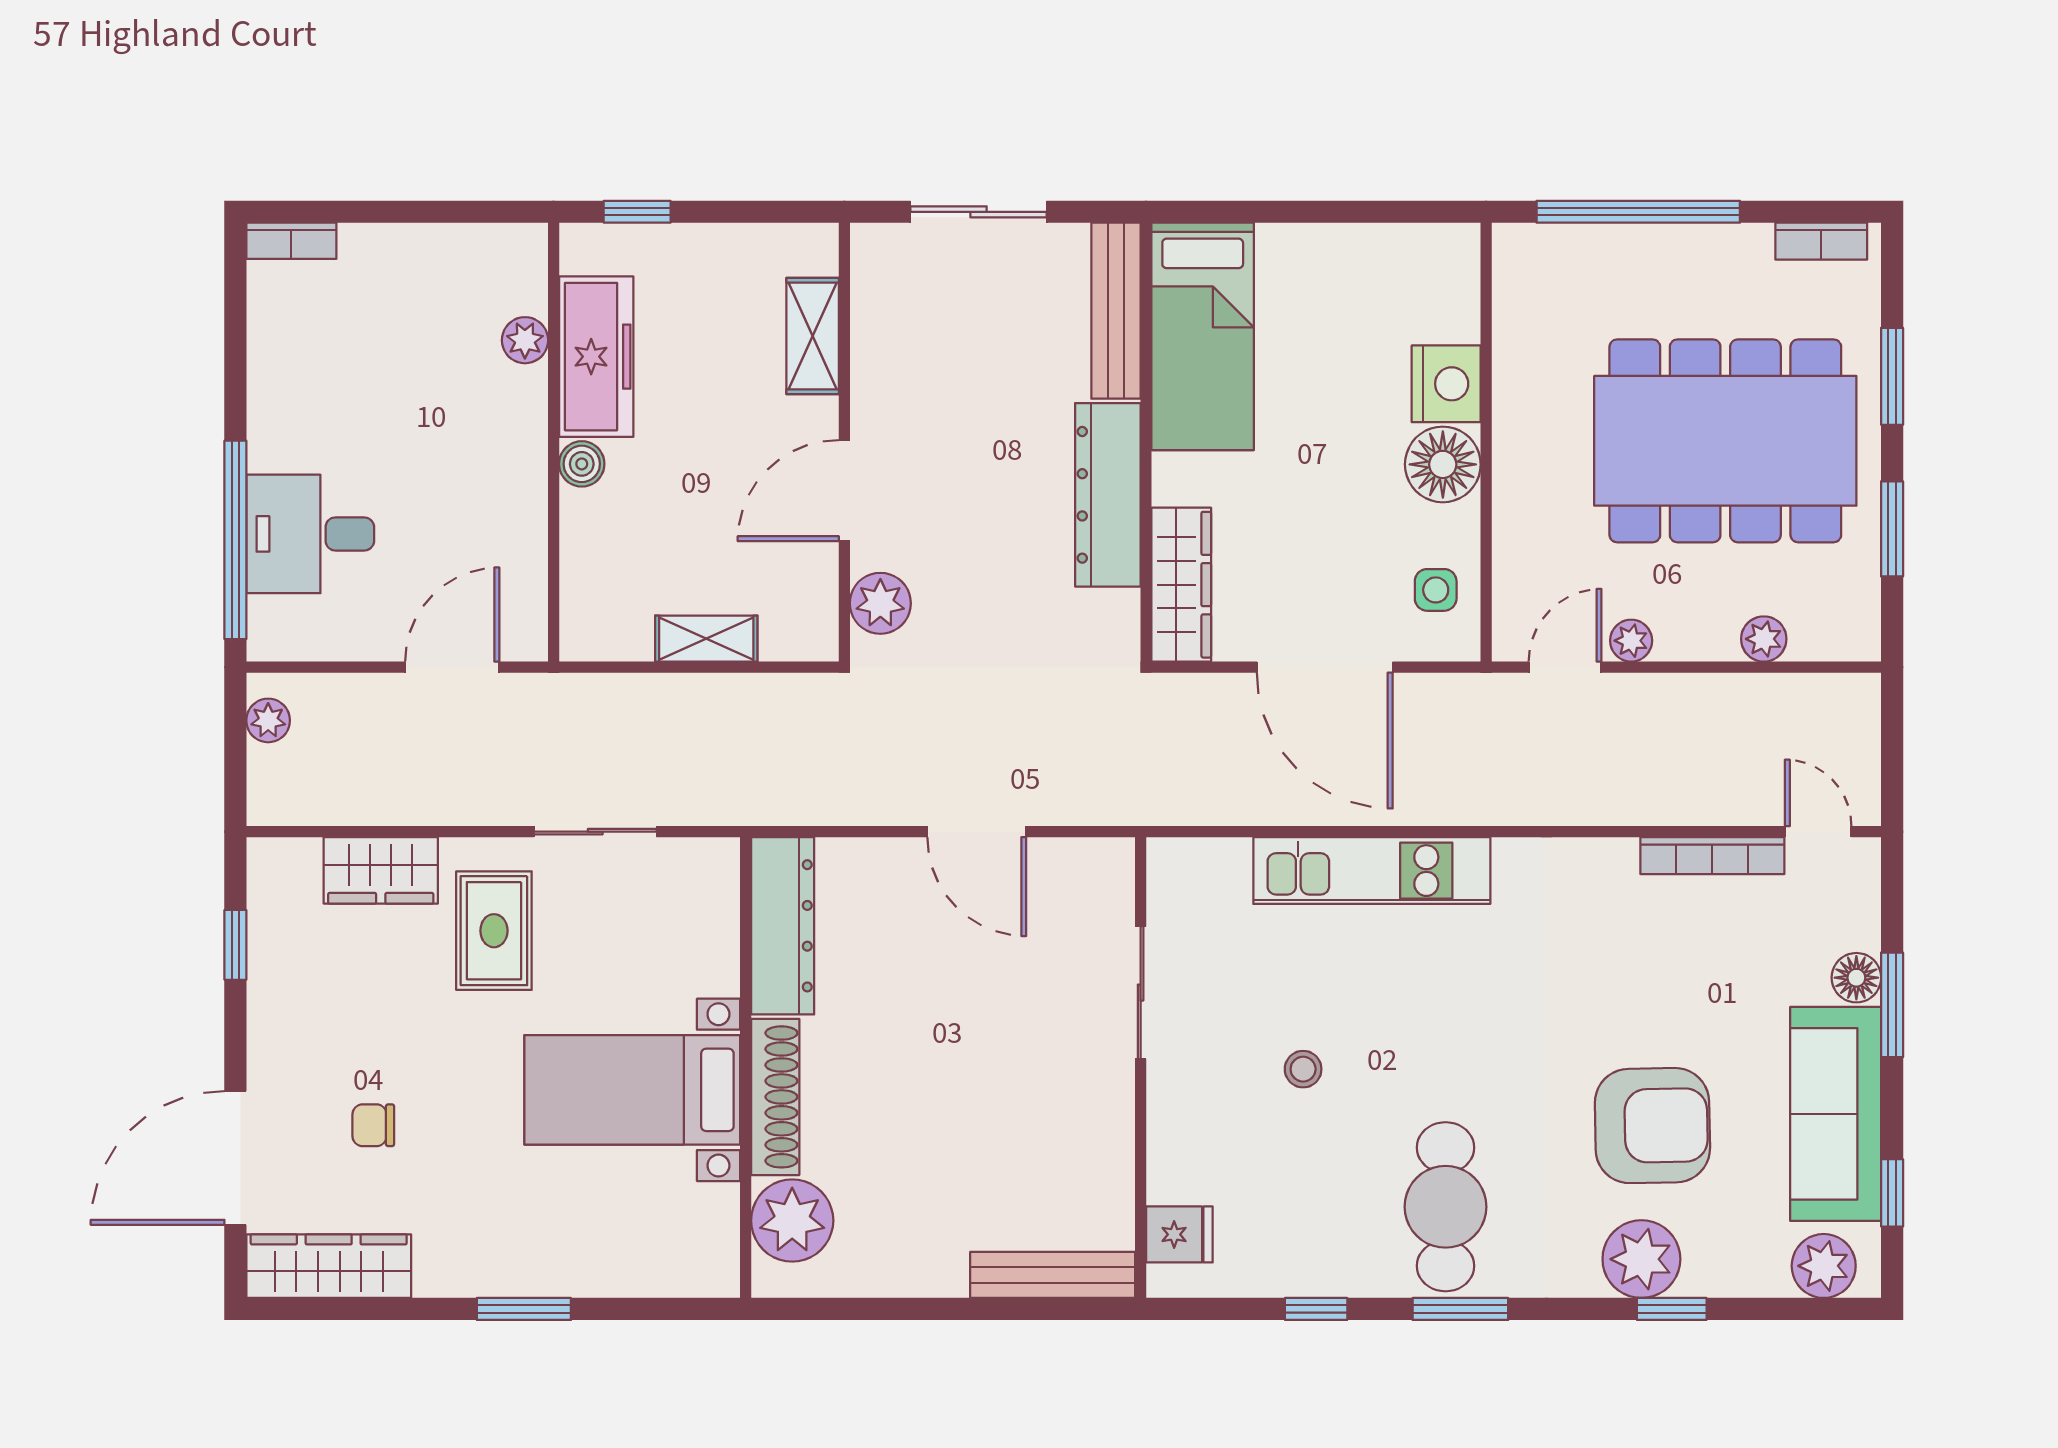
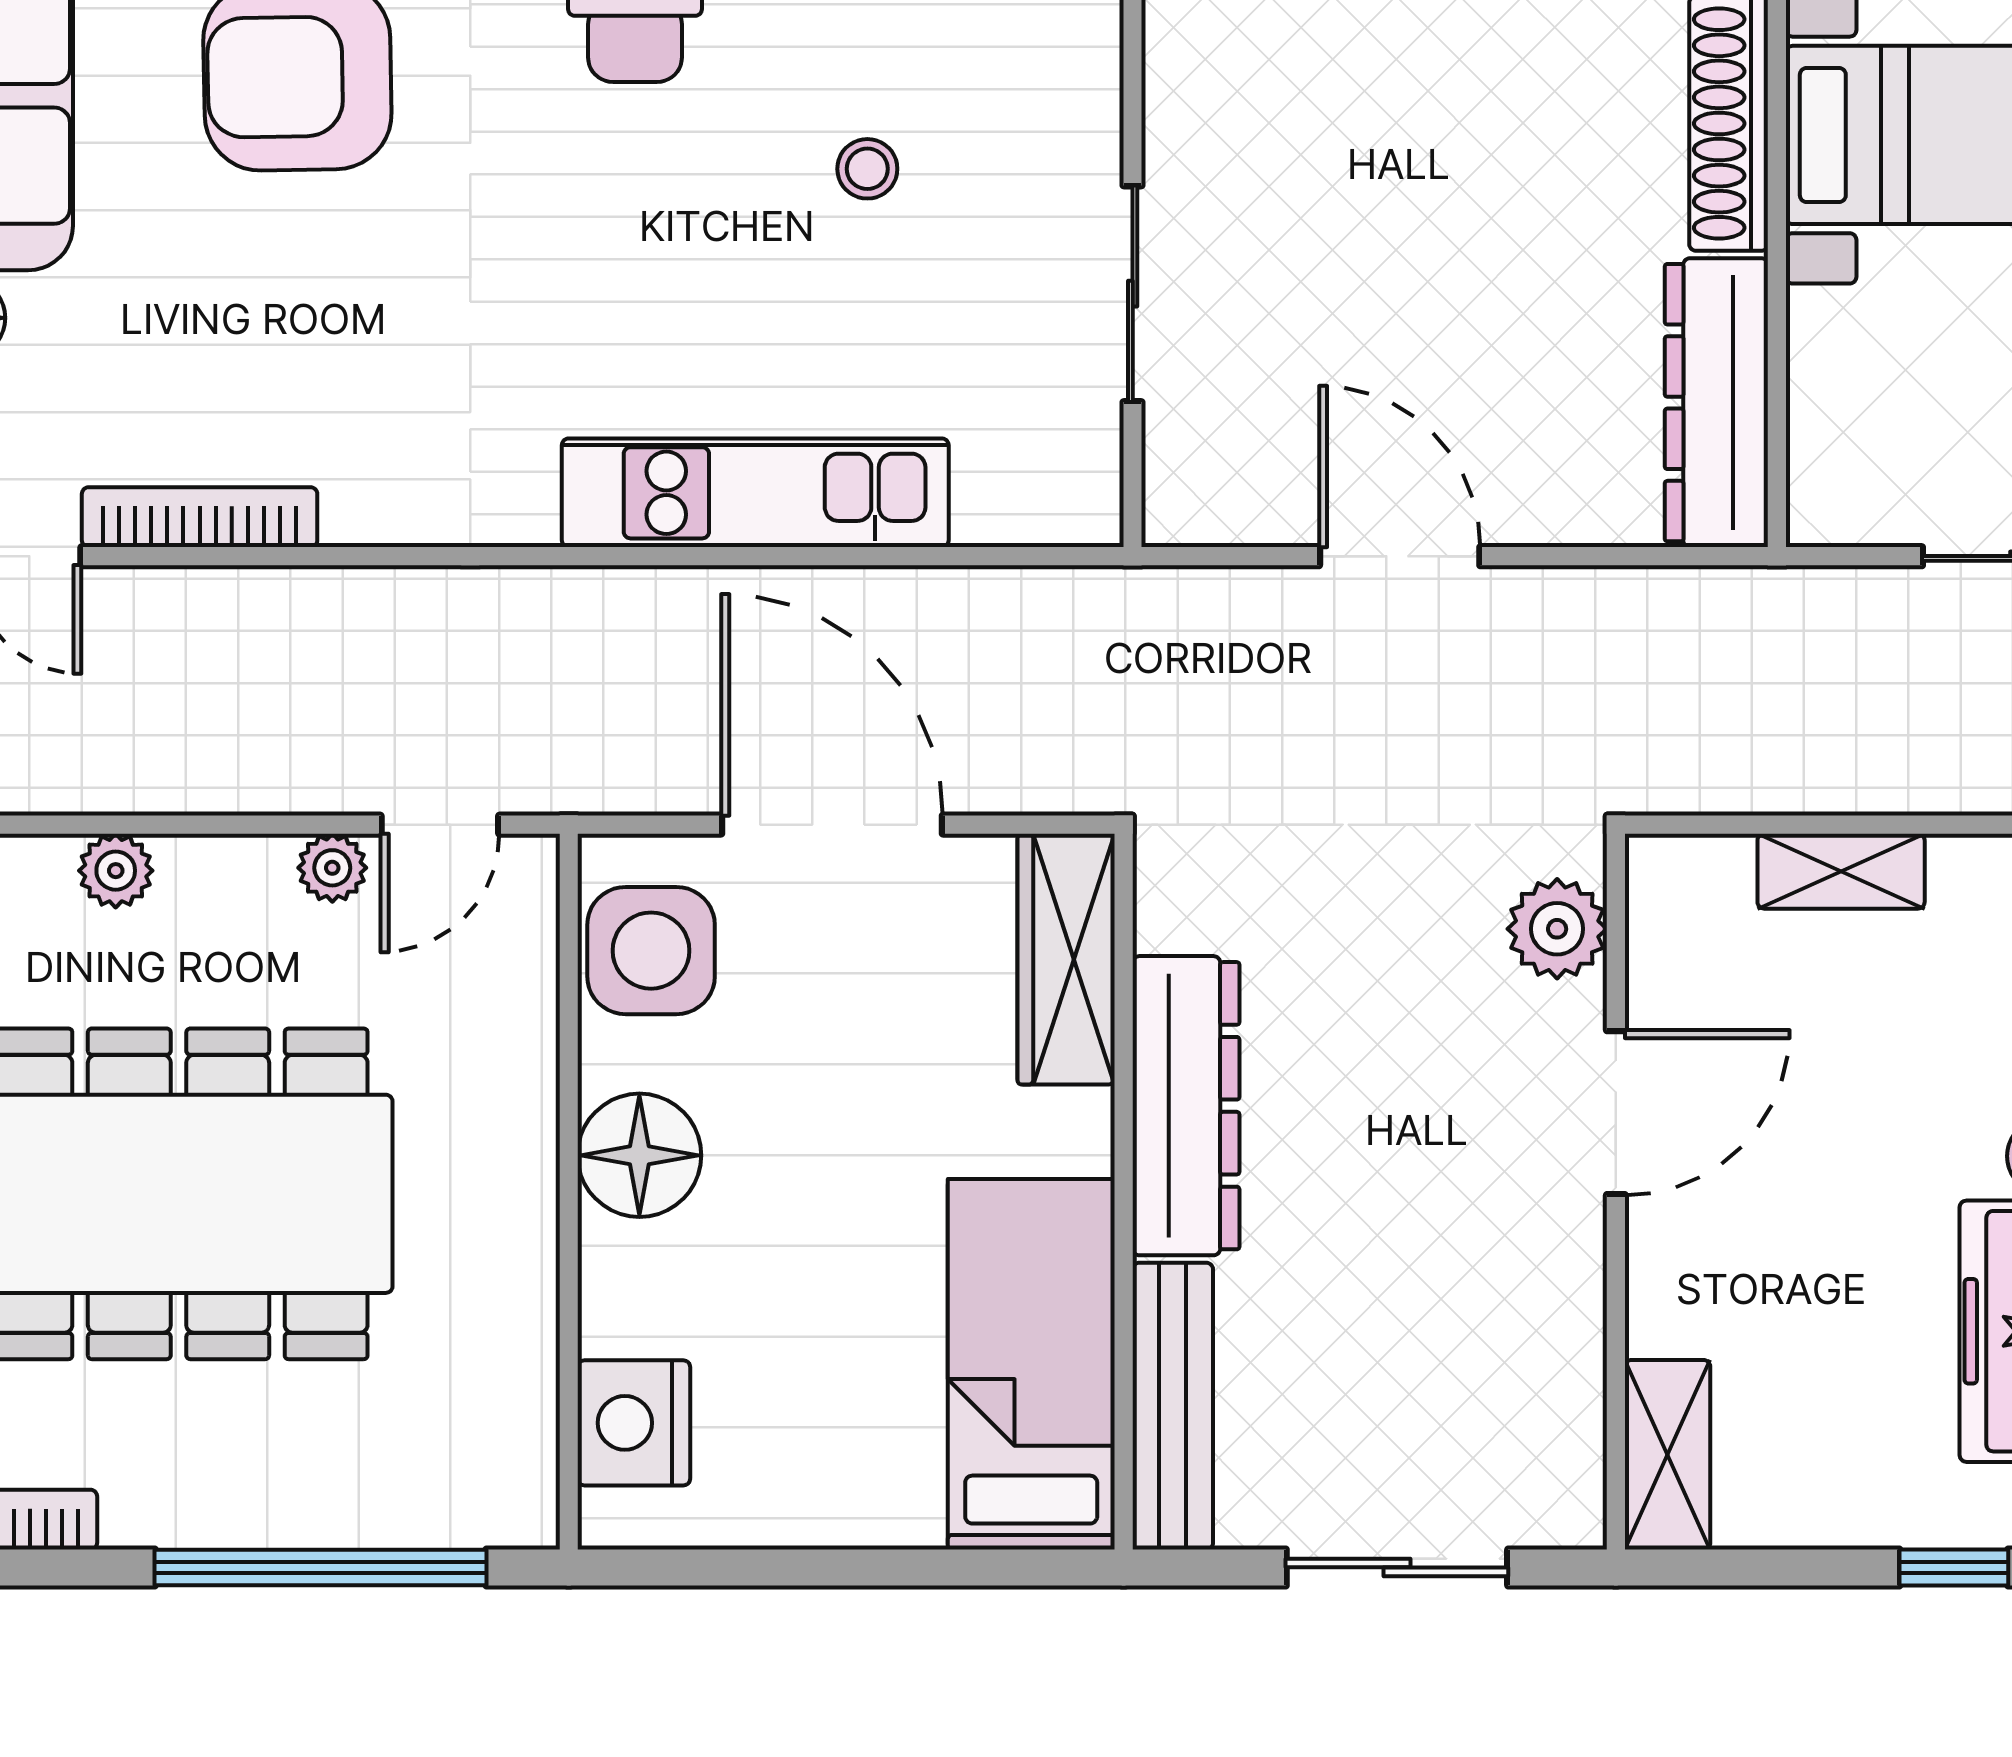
shelving: (813, 336) -> (1667, 1455), moved
nightstand: (1446, 384) -> (634, 1423), moved
side table: (1436, 590) -> (651, 951), width x1.87, depth x1.87

